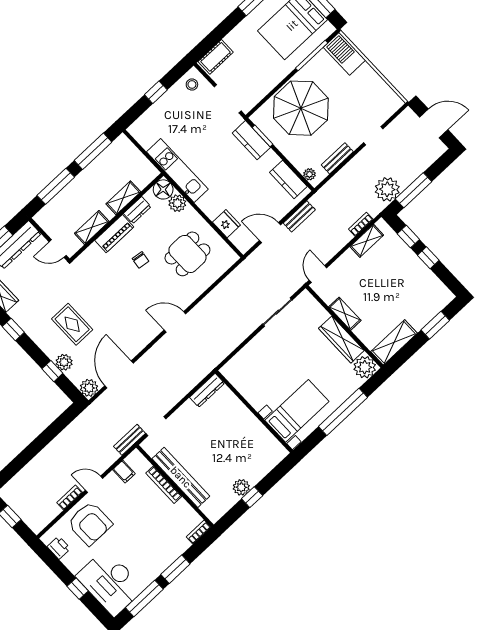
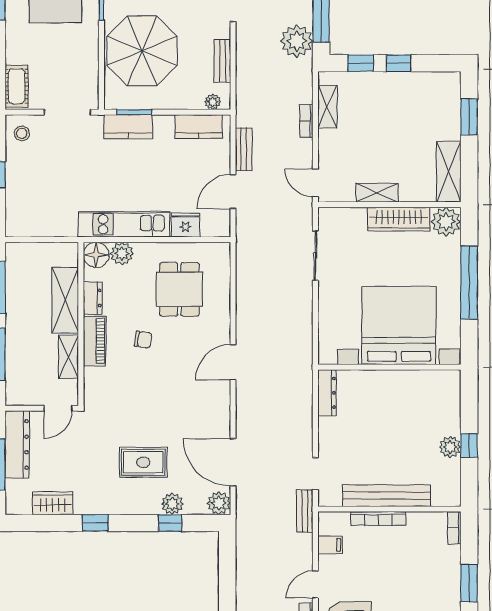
kitchen unit: (177, 171) -> (124, 224), moved
shelving: (123, 198) -> (65, 300), width x1.50, depth x1.33
bookcase: (361, 224) -> (306, 121), moved
bed with nightstands: (297, 411) -> (399, 325), width x1.85

